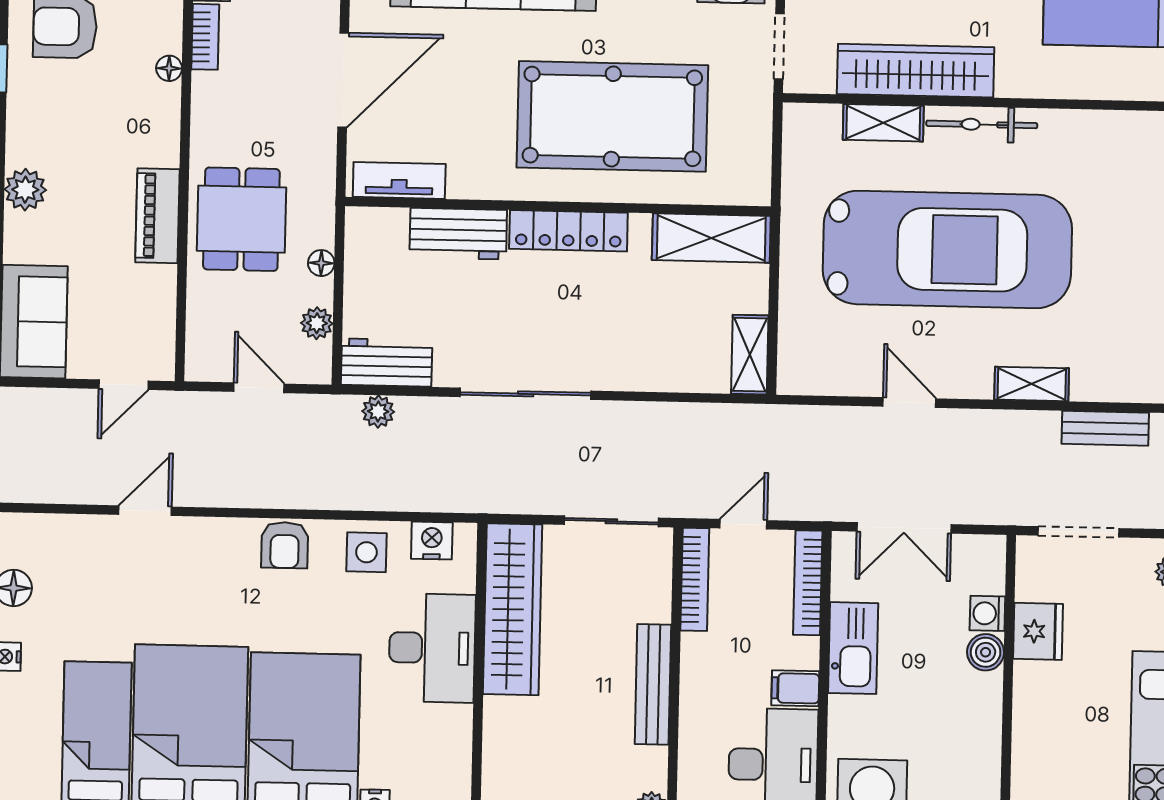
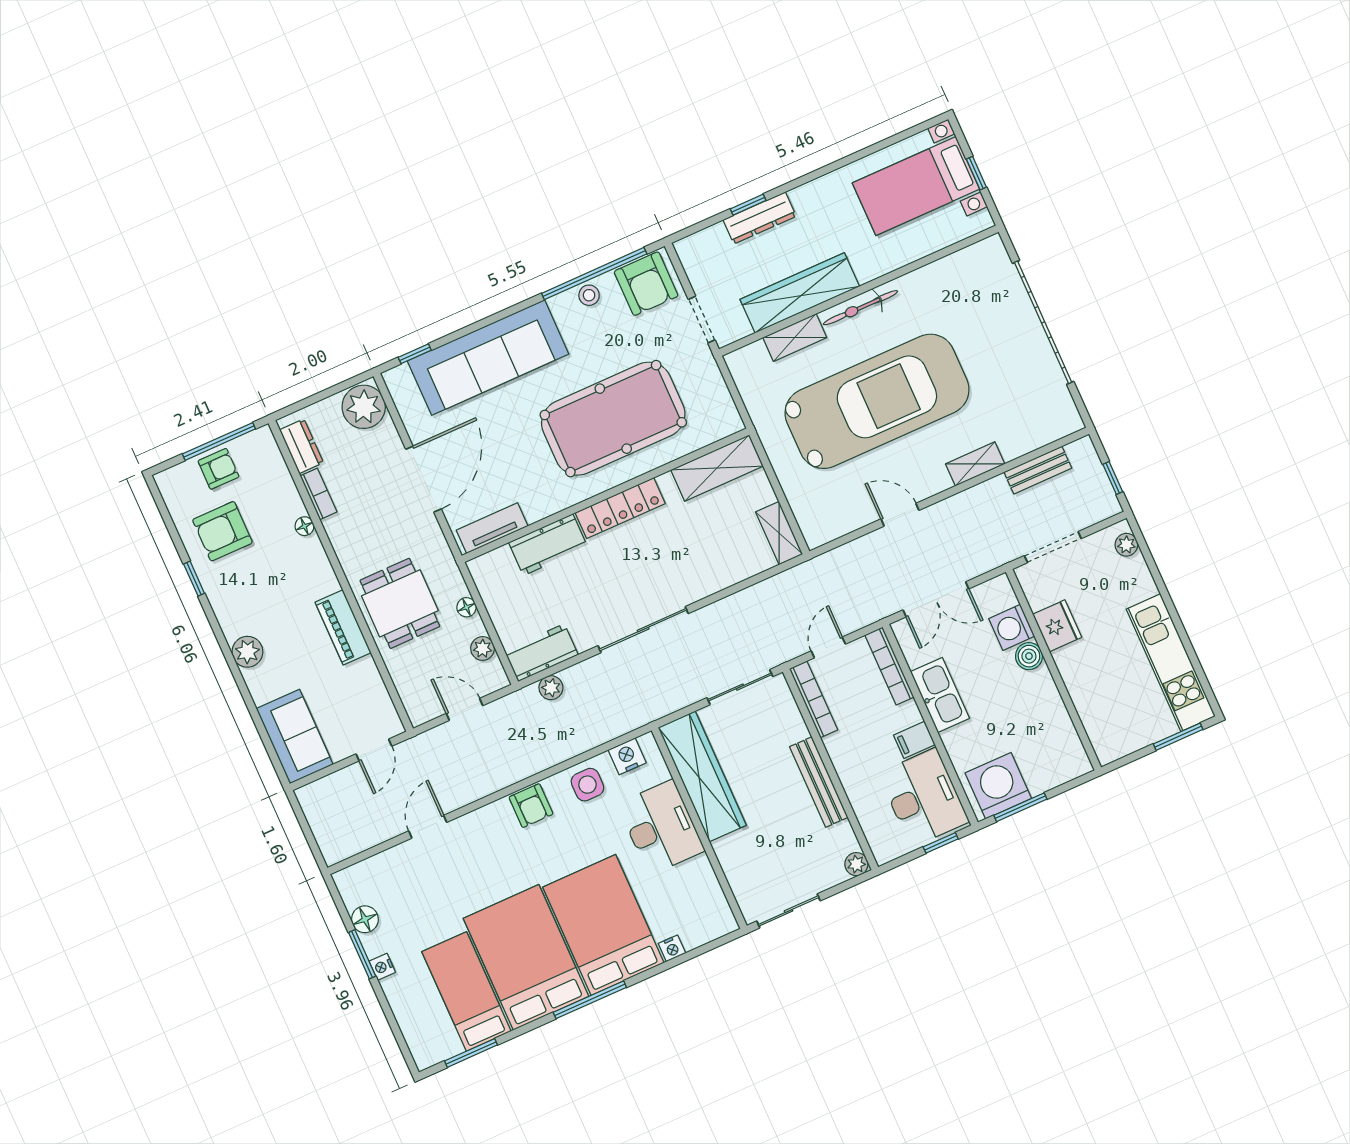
washing machine: (987, 613) -> (1012, 627), width x1.38, depth x1.38

